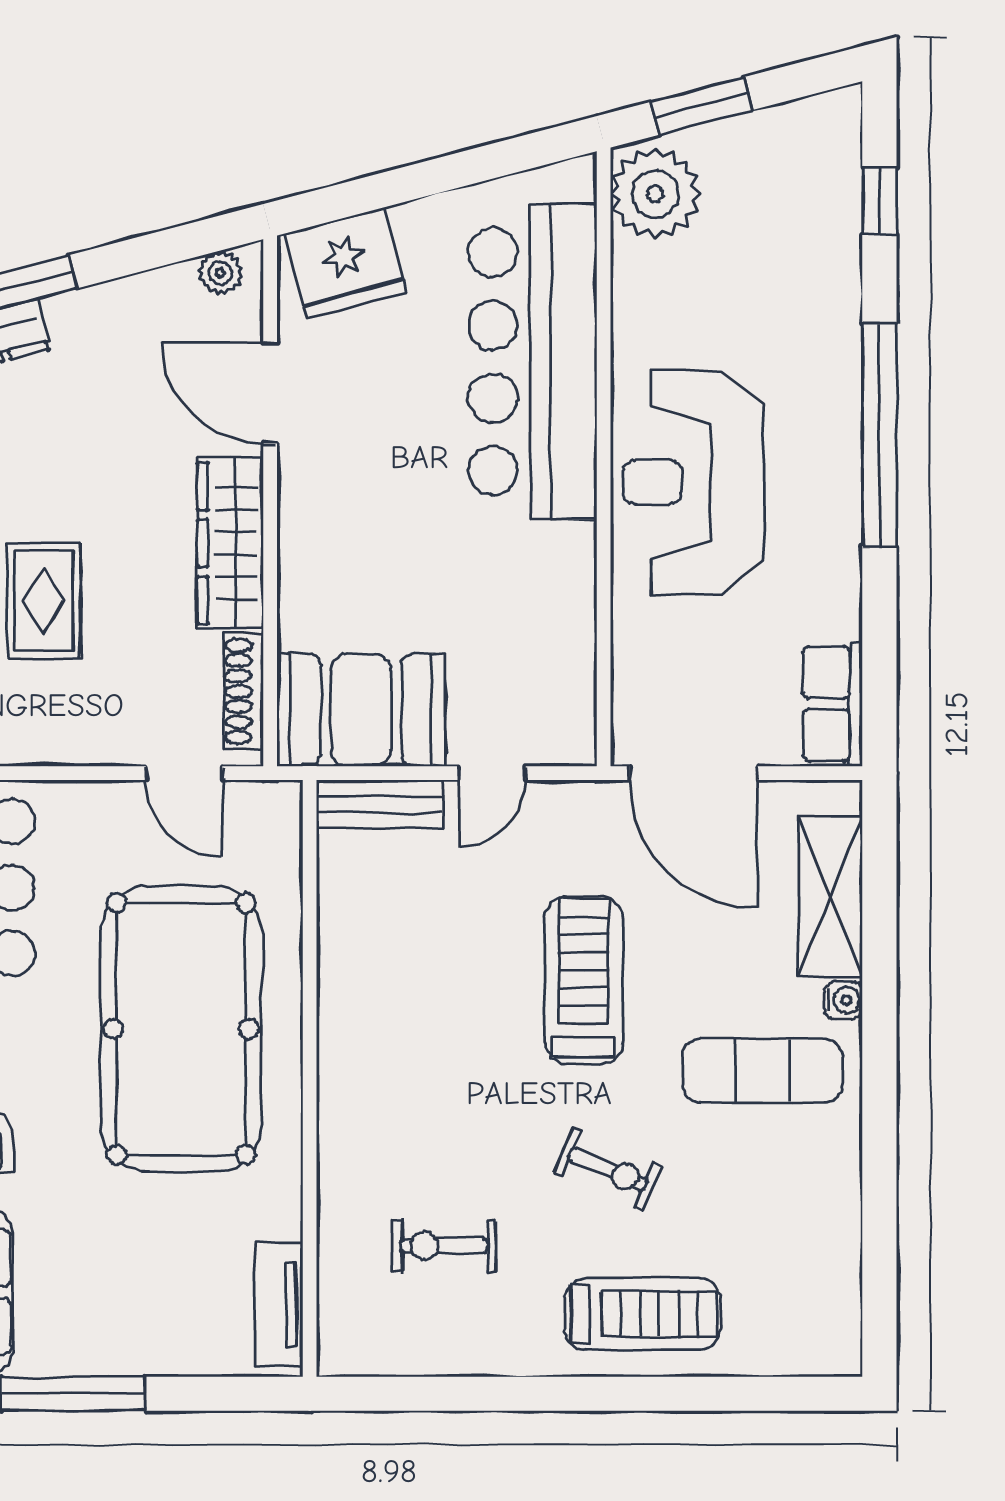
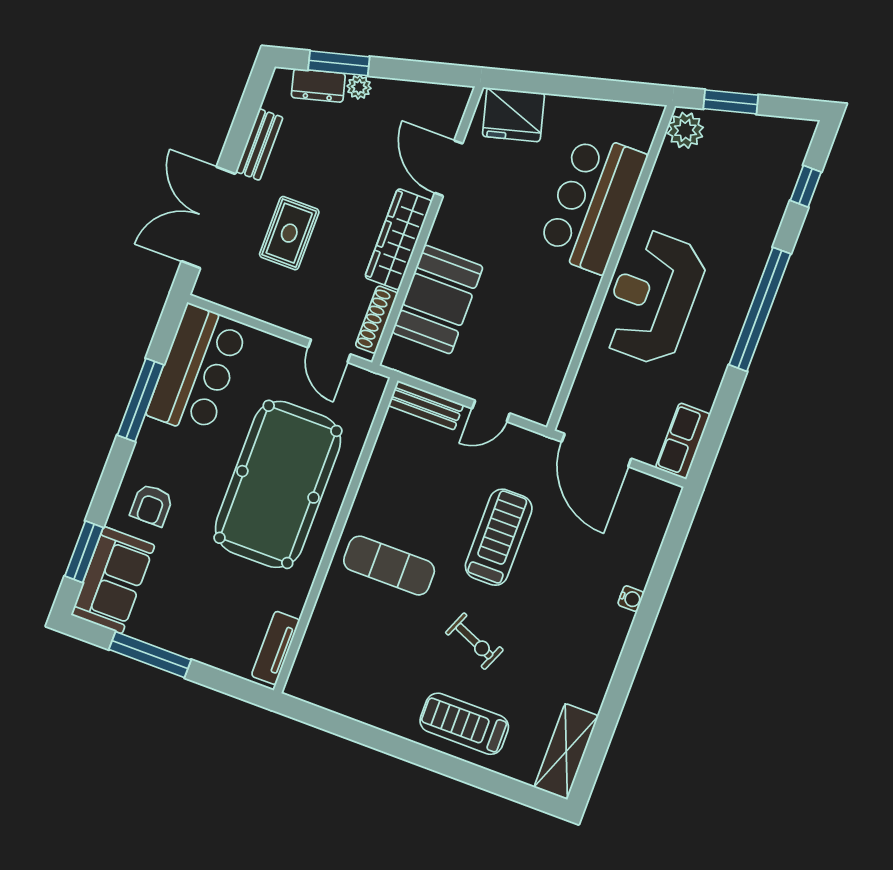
plant: (655, 194) -> (685, 130), width x0.73, depth x0.73
plant: (220, 273) -> (359, 87), moved
bar counter: (533, 362) -> (592, 203), width x0.73
booth: (361, 710) -> (438, 299), moved, turned 90
shelving: (830, 897) -> (566, 751), moved
exercise mat: (762, 1071) -> (389, 566), moved
exercise bike: (444, 1246) -> (373, 649), removed
treadmill: (642, 1314) -> (464, 724), turned 180

